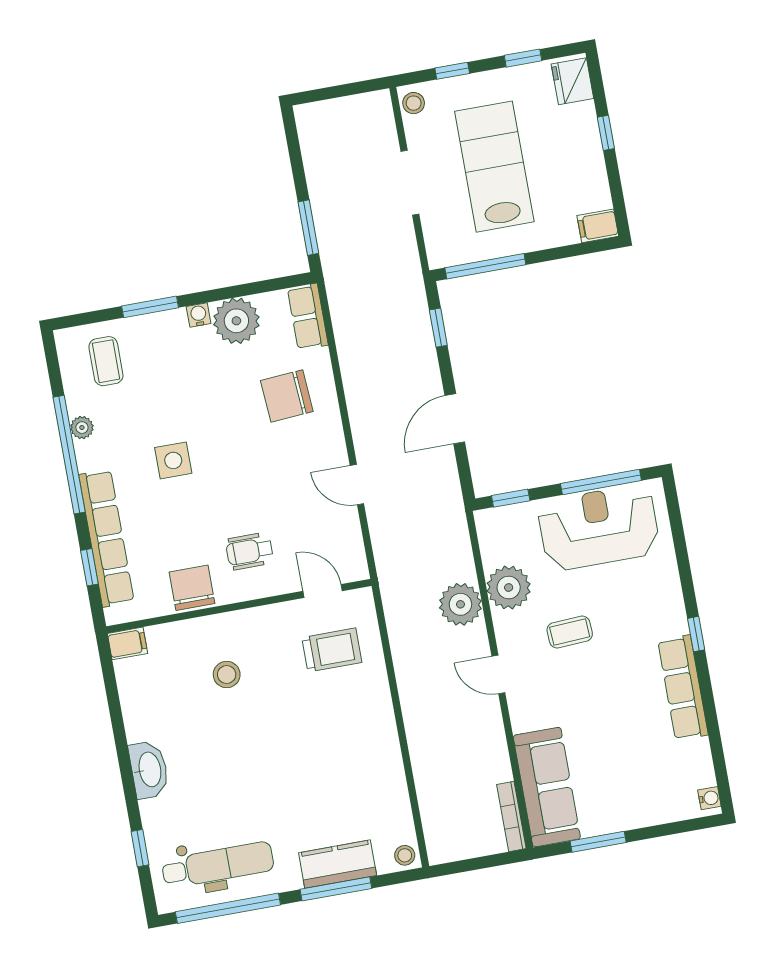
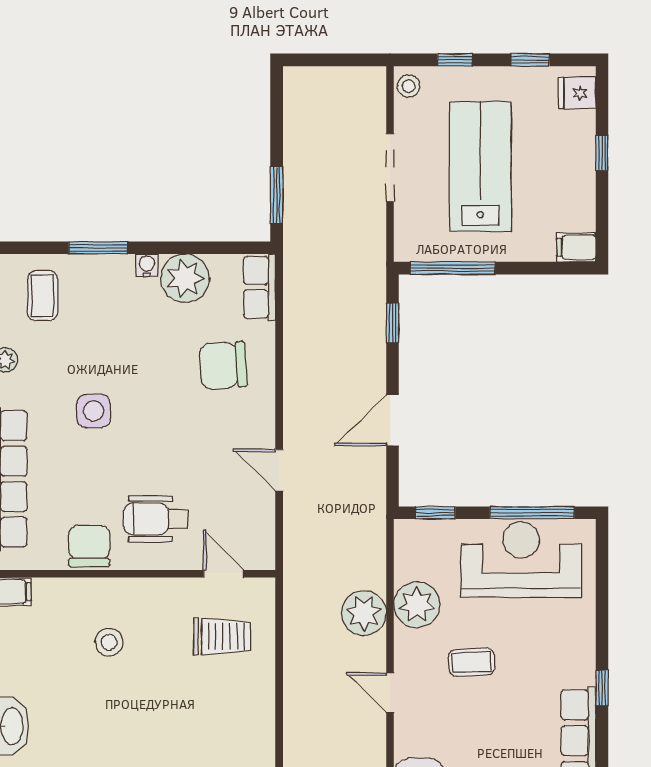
fridge: (572, 81) -> (577, 93), width x0.72
wheelchair: (250, 551) -> (156, 519), width x1.36, depth x1.37

